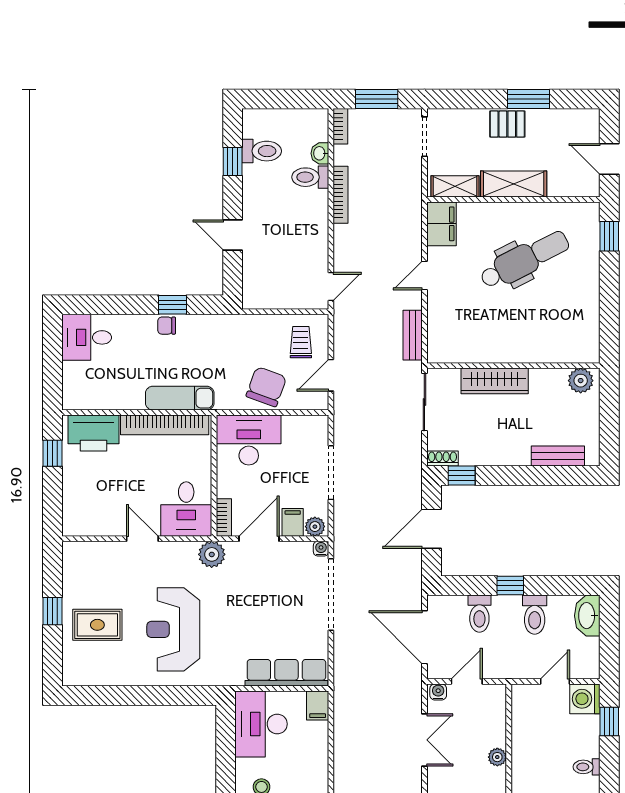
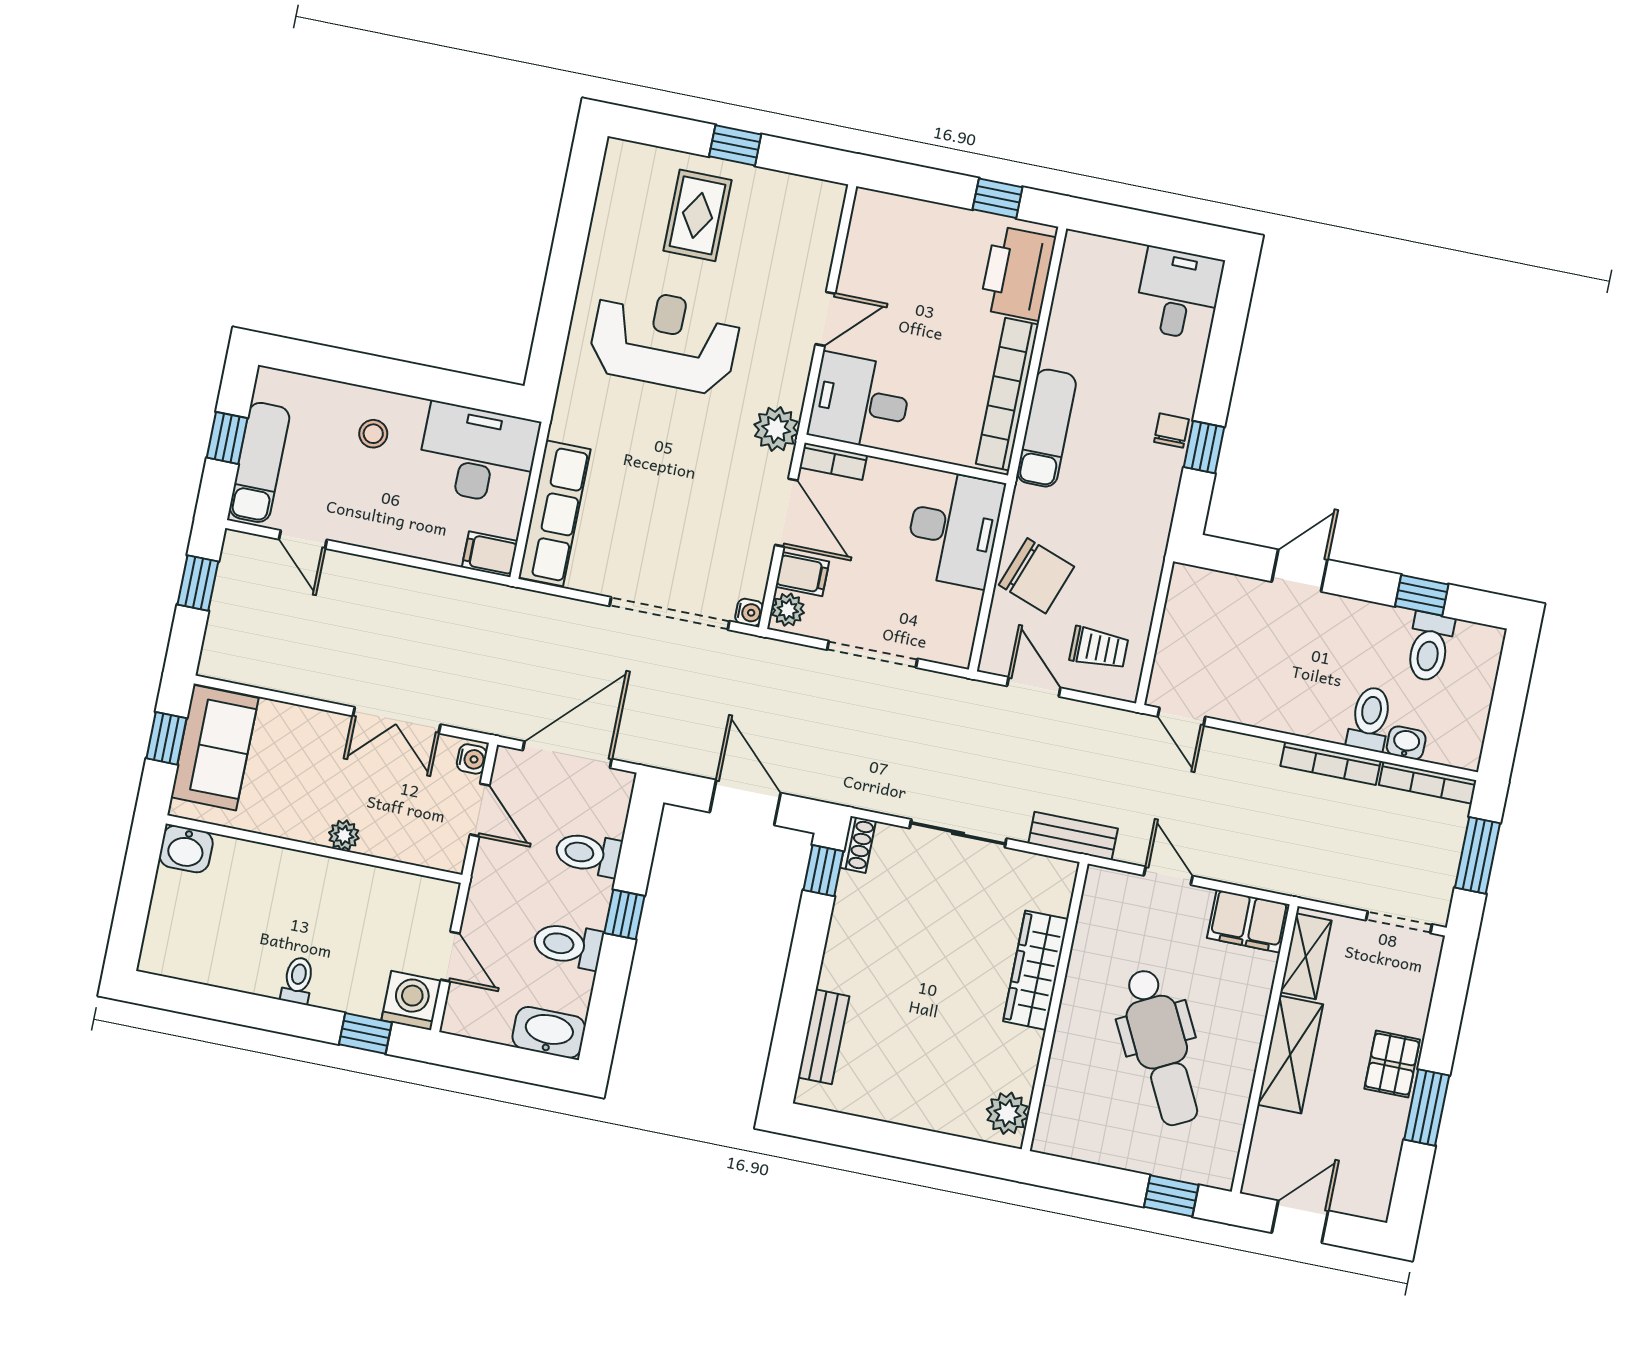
bookcase: (340, 126) -> (1428, 783), width x1.56
wall: (513, 366) -> (1055, 1007), moved
wardrobe: (495, 381) -> (1036, 970), moved
plant: (581, 381) -> (1007, 1113), moved

